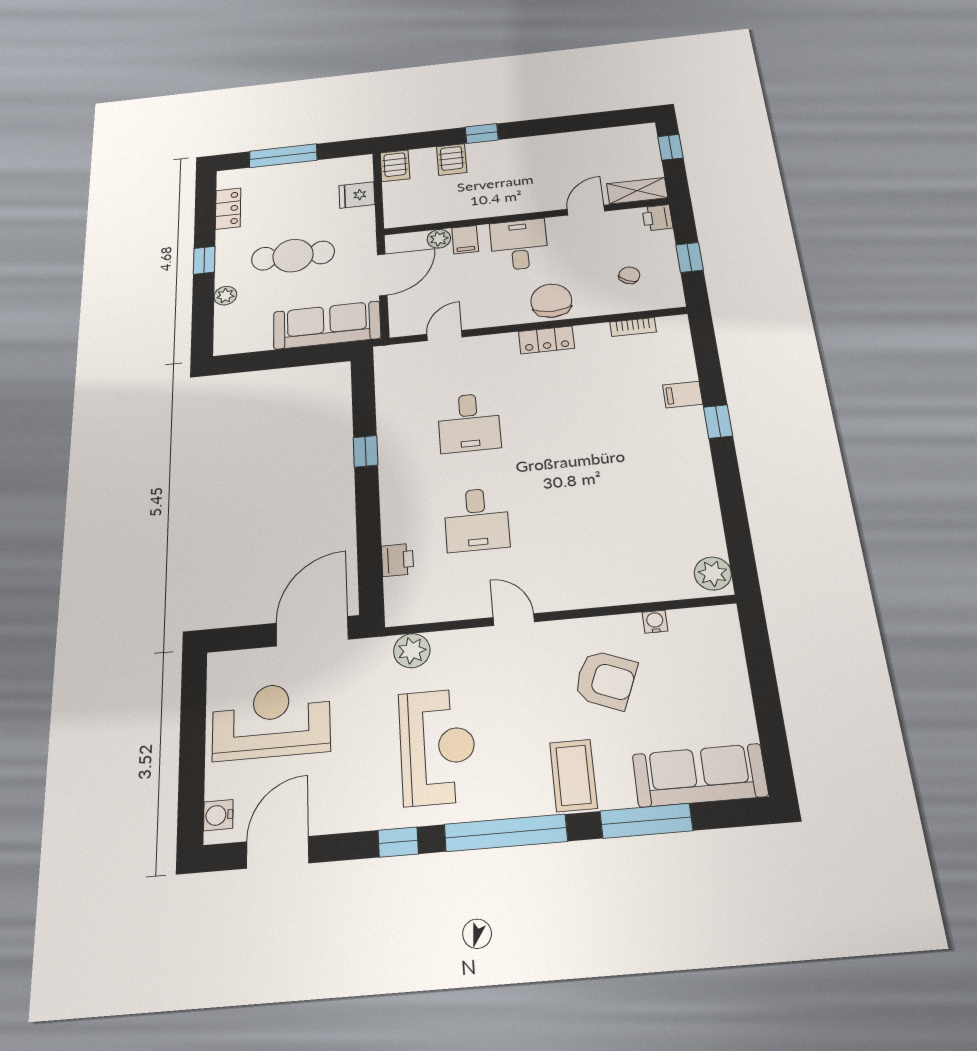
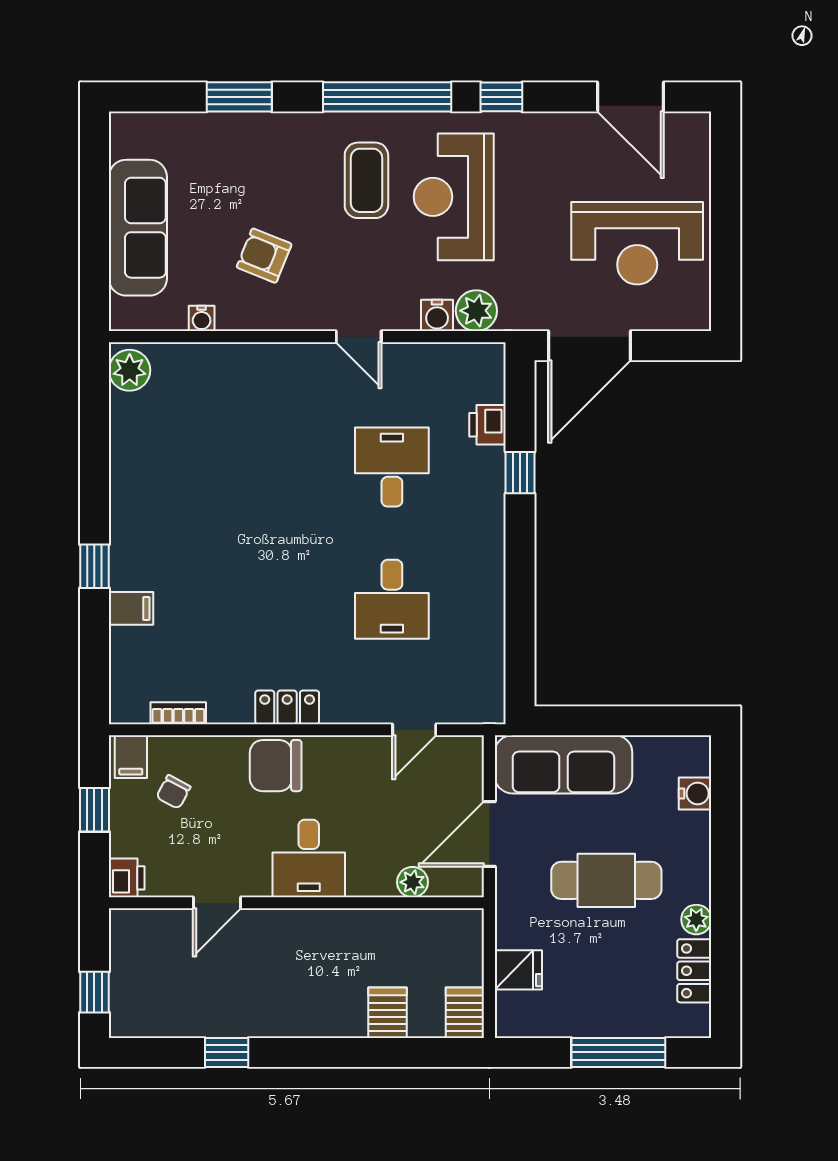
window: (482, 133) -> (227, 1052), moved
shelving: (637, 191) -> (147, 925), removed
filing cabinet: (465, 240) -> (131, 757), moved, turned 180
window: (204, 260) -> (726, 888), removed
plant: (225, 296) -> (696, 920), moved
chair: (551, 301) -> (276, 766), turned 90
water cooler: (226, 317) -> (695, 793), added
desk: (469, 423) -> (392, 599), turned 180
window: (366, 451) -> (520, 473), moved
armchair: (605, 680) -> (264, 256), width x0.72, depth x0.72
coffee table: (573, 775) -> (366, 180), moved
sofa: (700, 775) -> (138, 228), moved, turned -90
water cooler: (218, 815) -> (437, 315), moved, turned 90
window: (646, 821) -> (239, 97), width x0.69
door: (278, 852) -> (630, 97), hinge flipped

